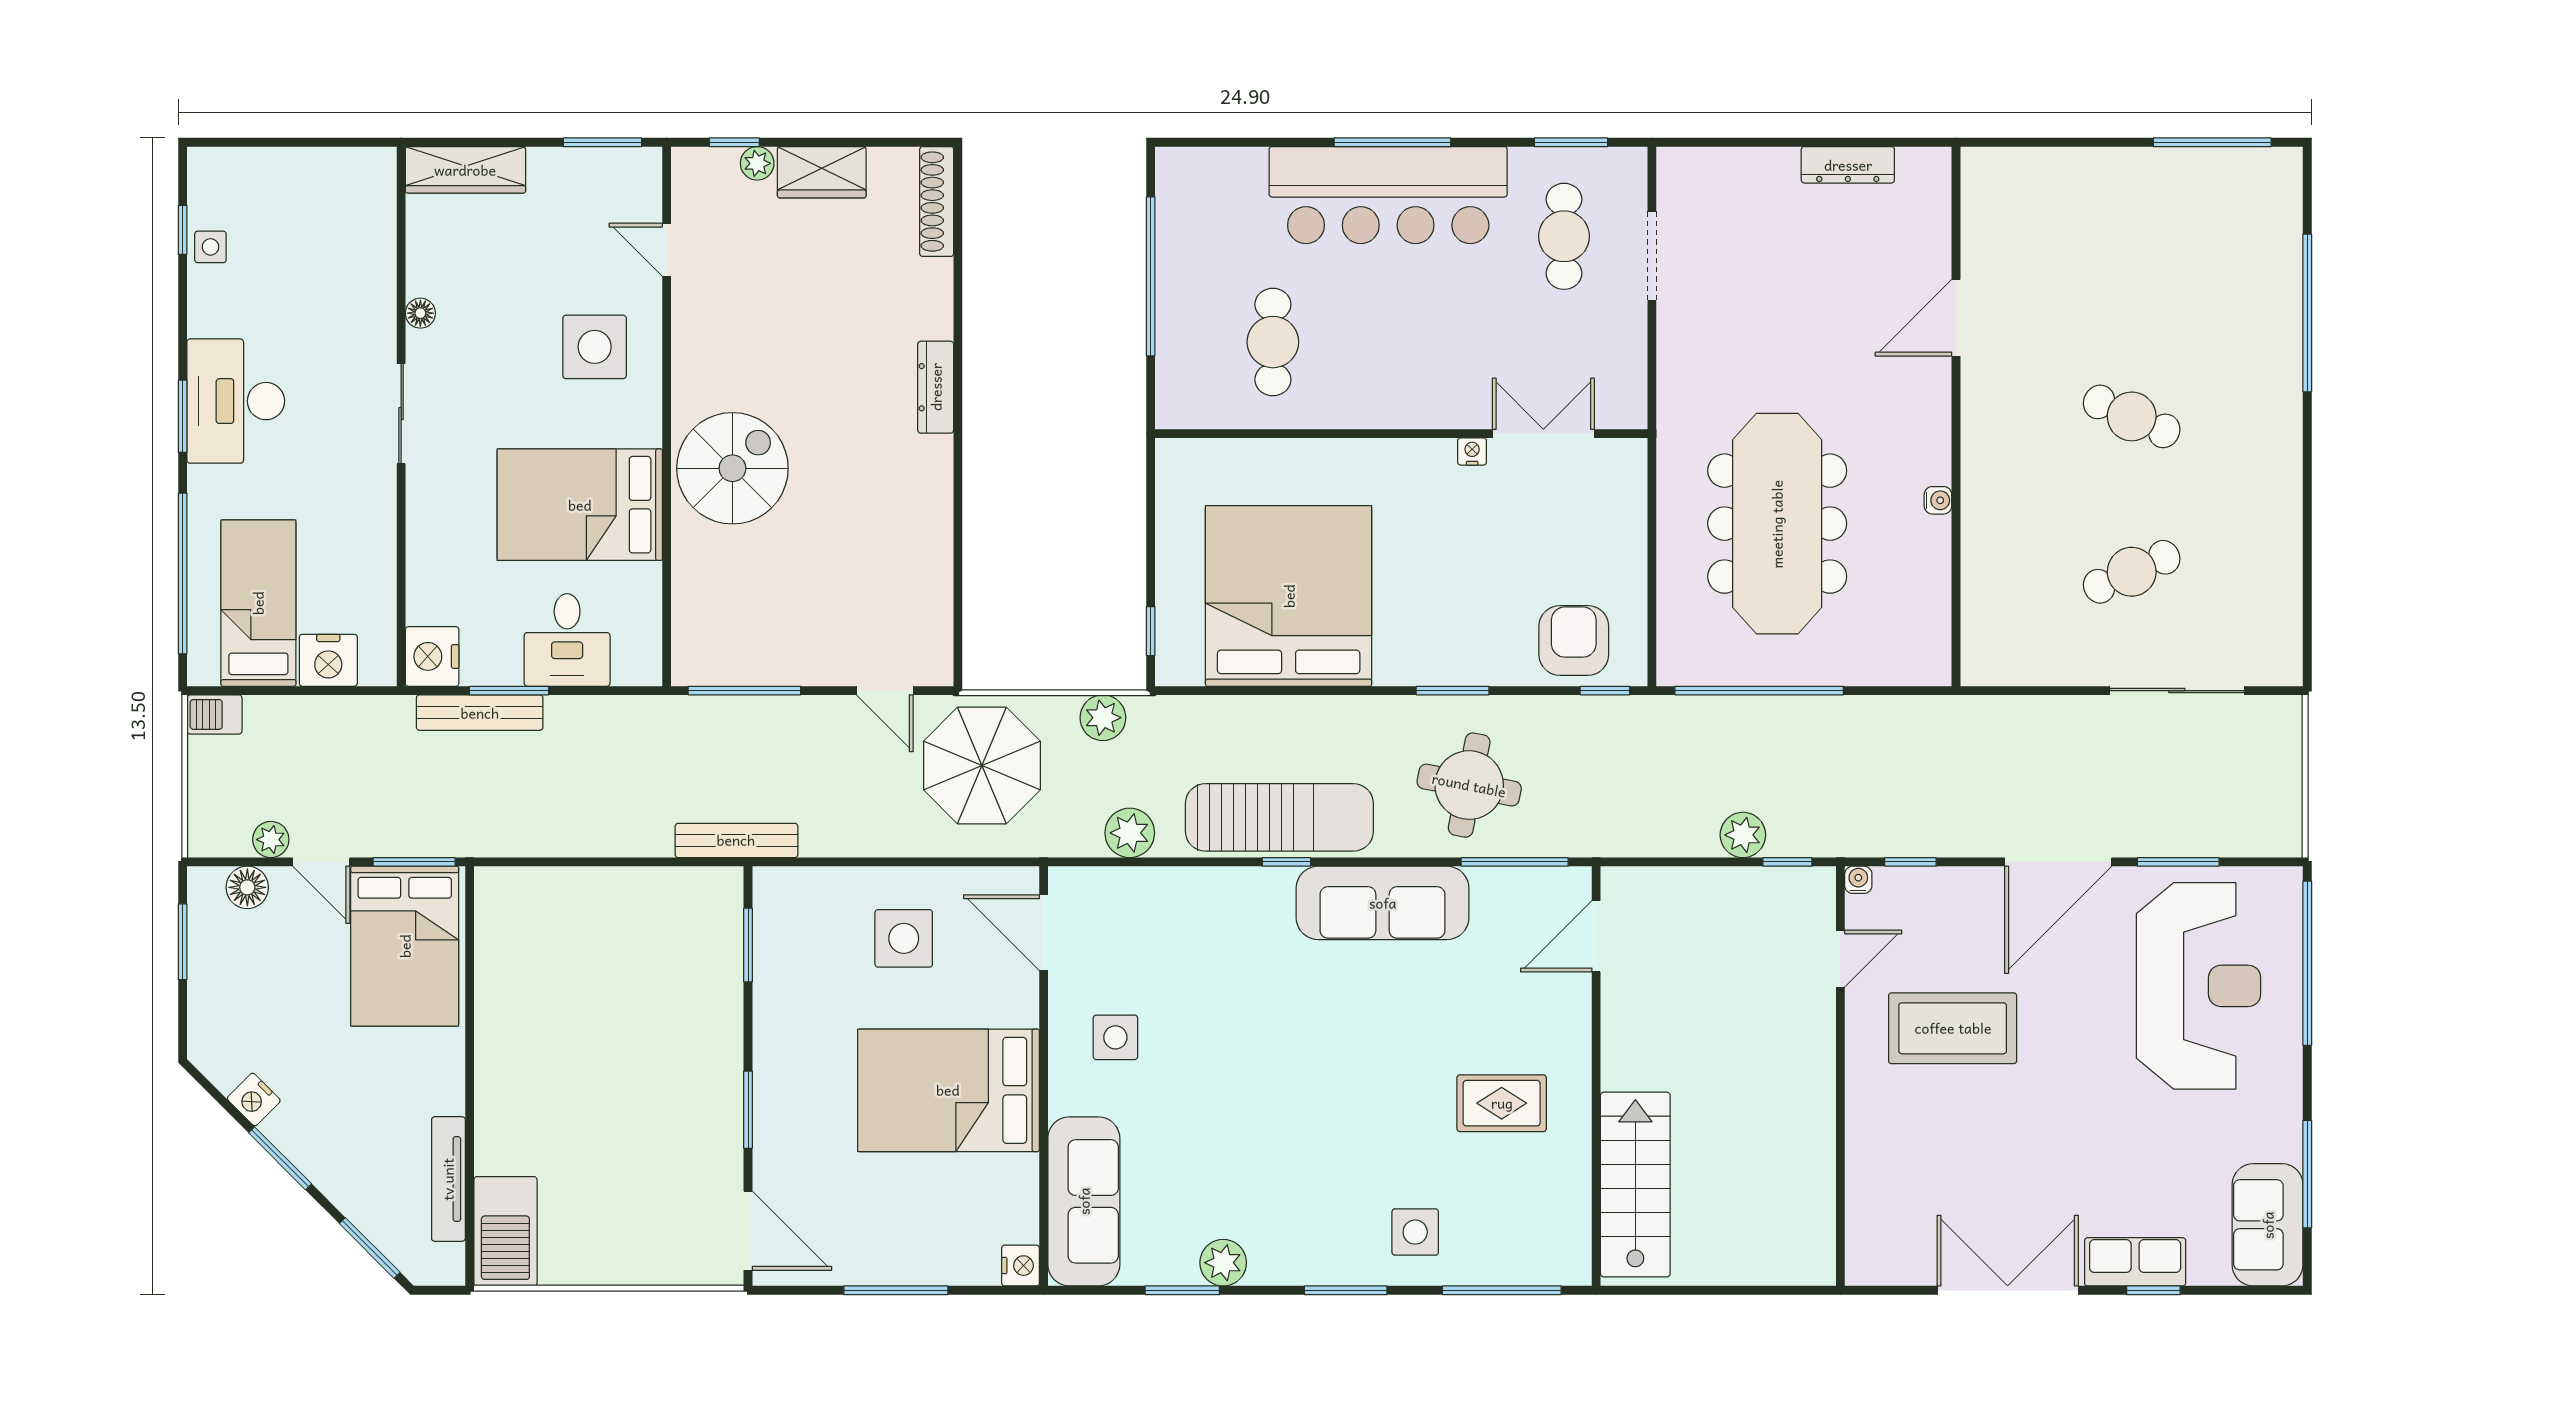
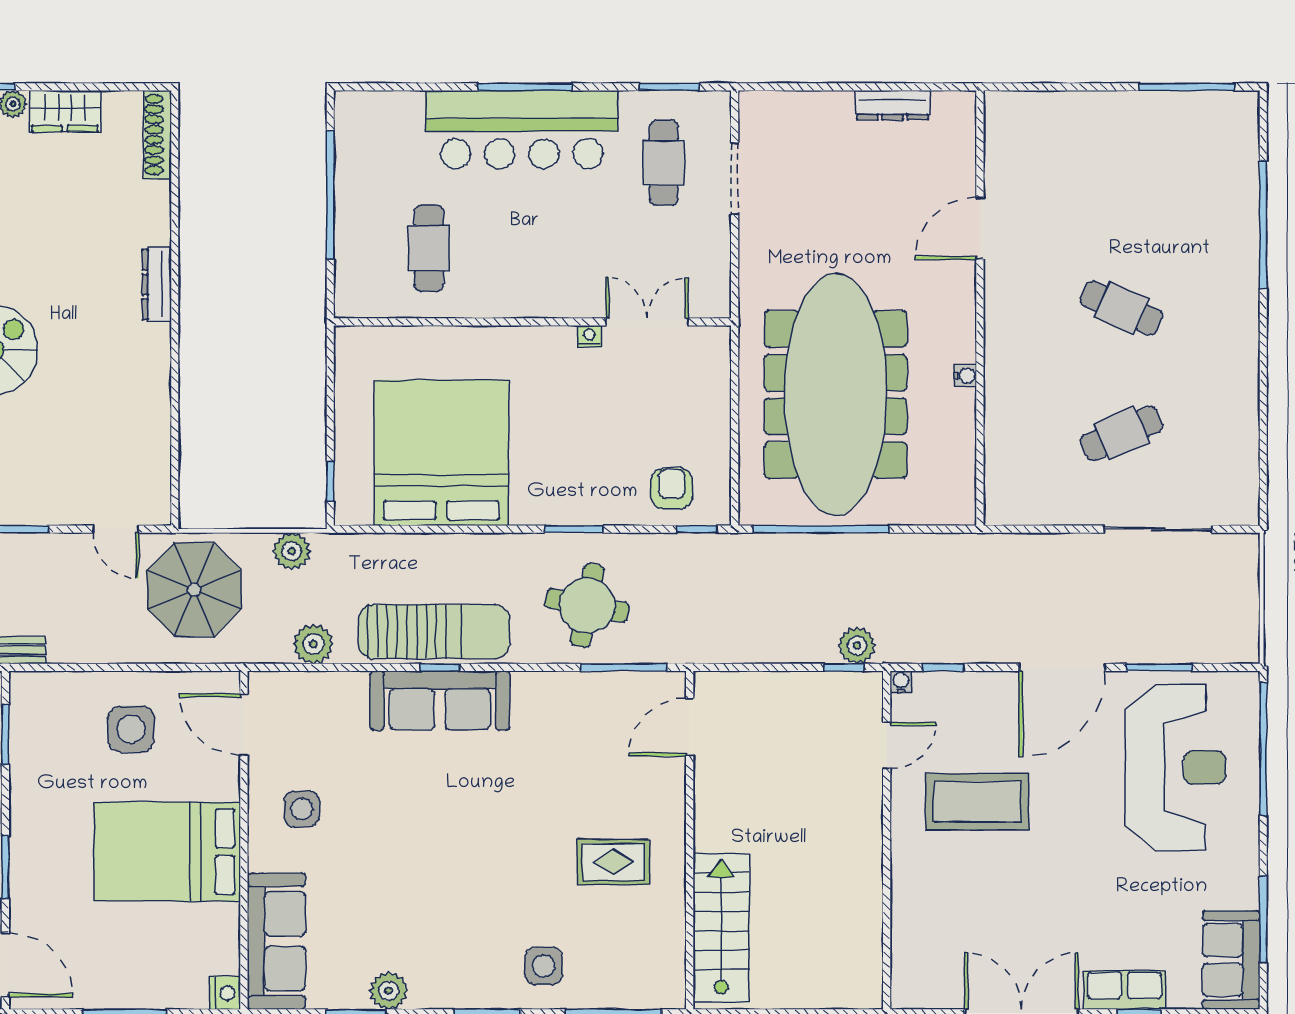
meeting table: (1777, 524) -> (836, 394), width x1.36, depth x1.27
armchair: (1574, 640) -> (672, 489), width x0.72, depth x0.72
plant: (1743, 835) -> (857, 646), moved
sofa: (1383, 903) -> (440, 700), moved

